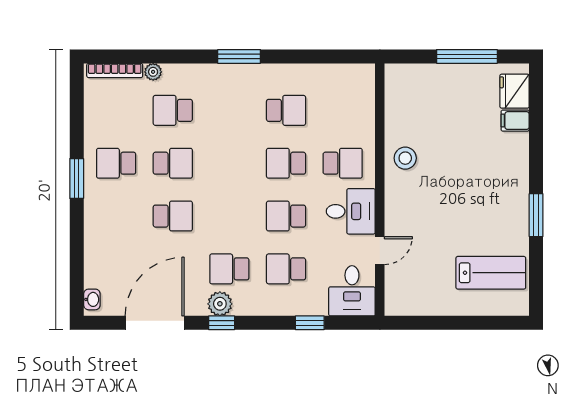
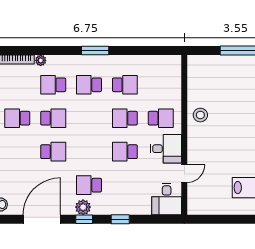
school desk: (286, 269) -> (89, 85), moved
window: (310, 323) -> (120, 219), moved

